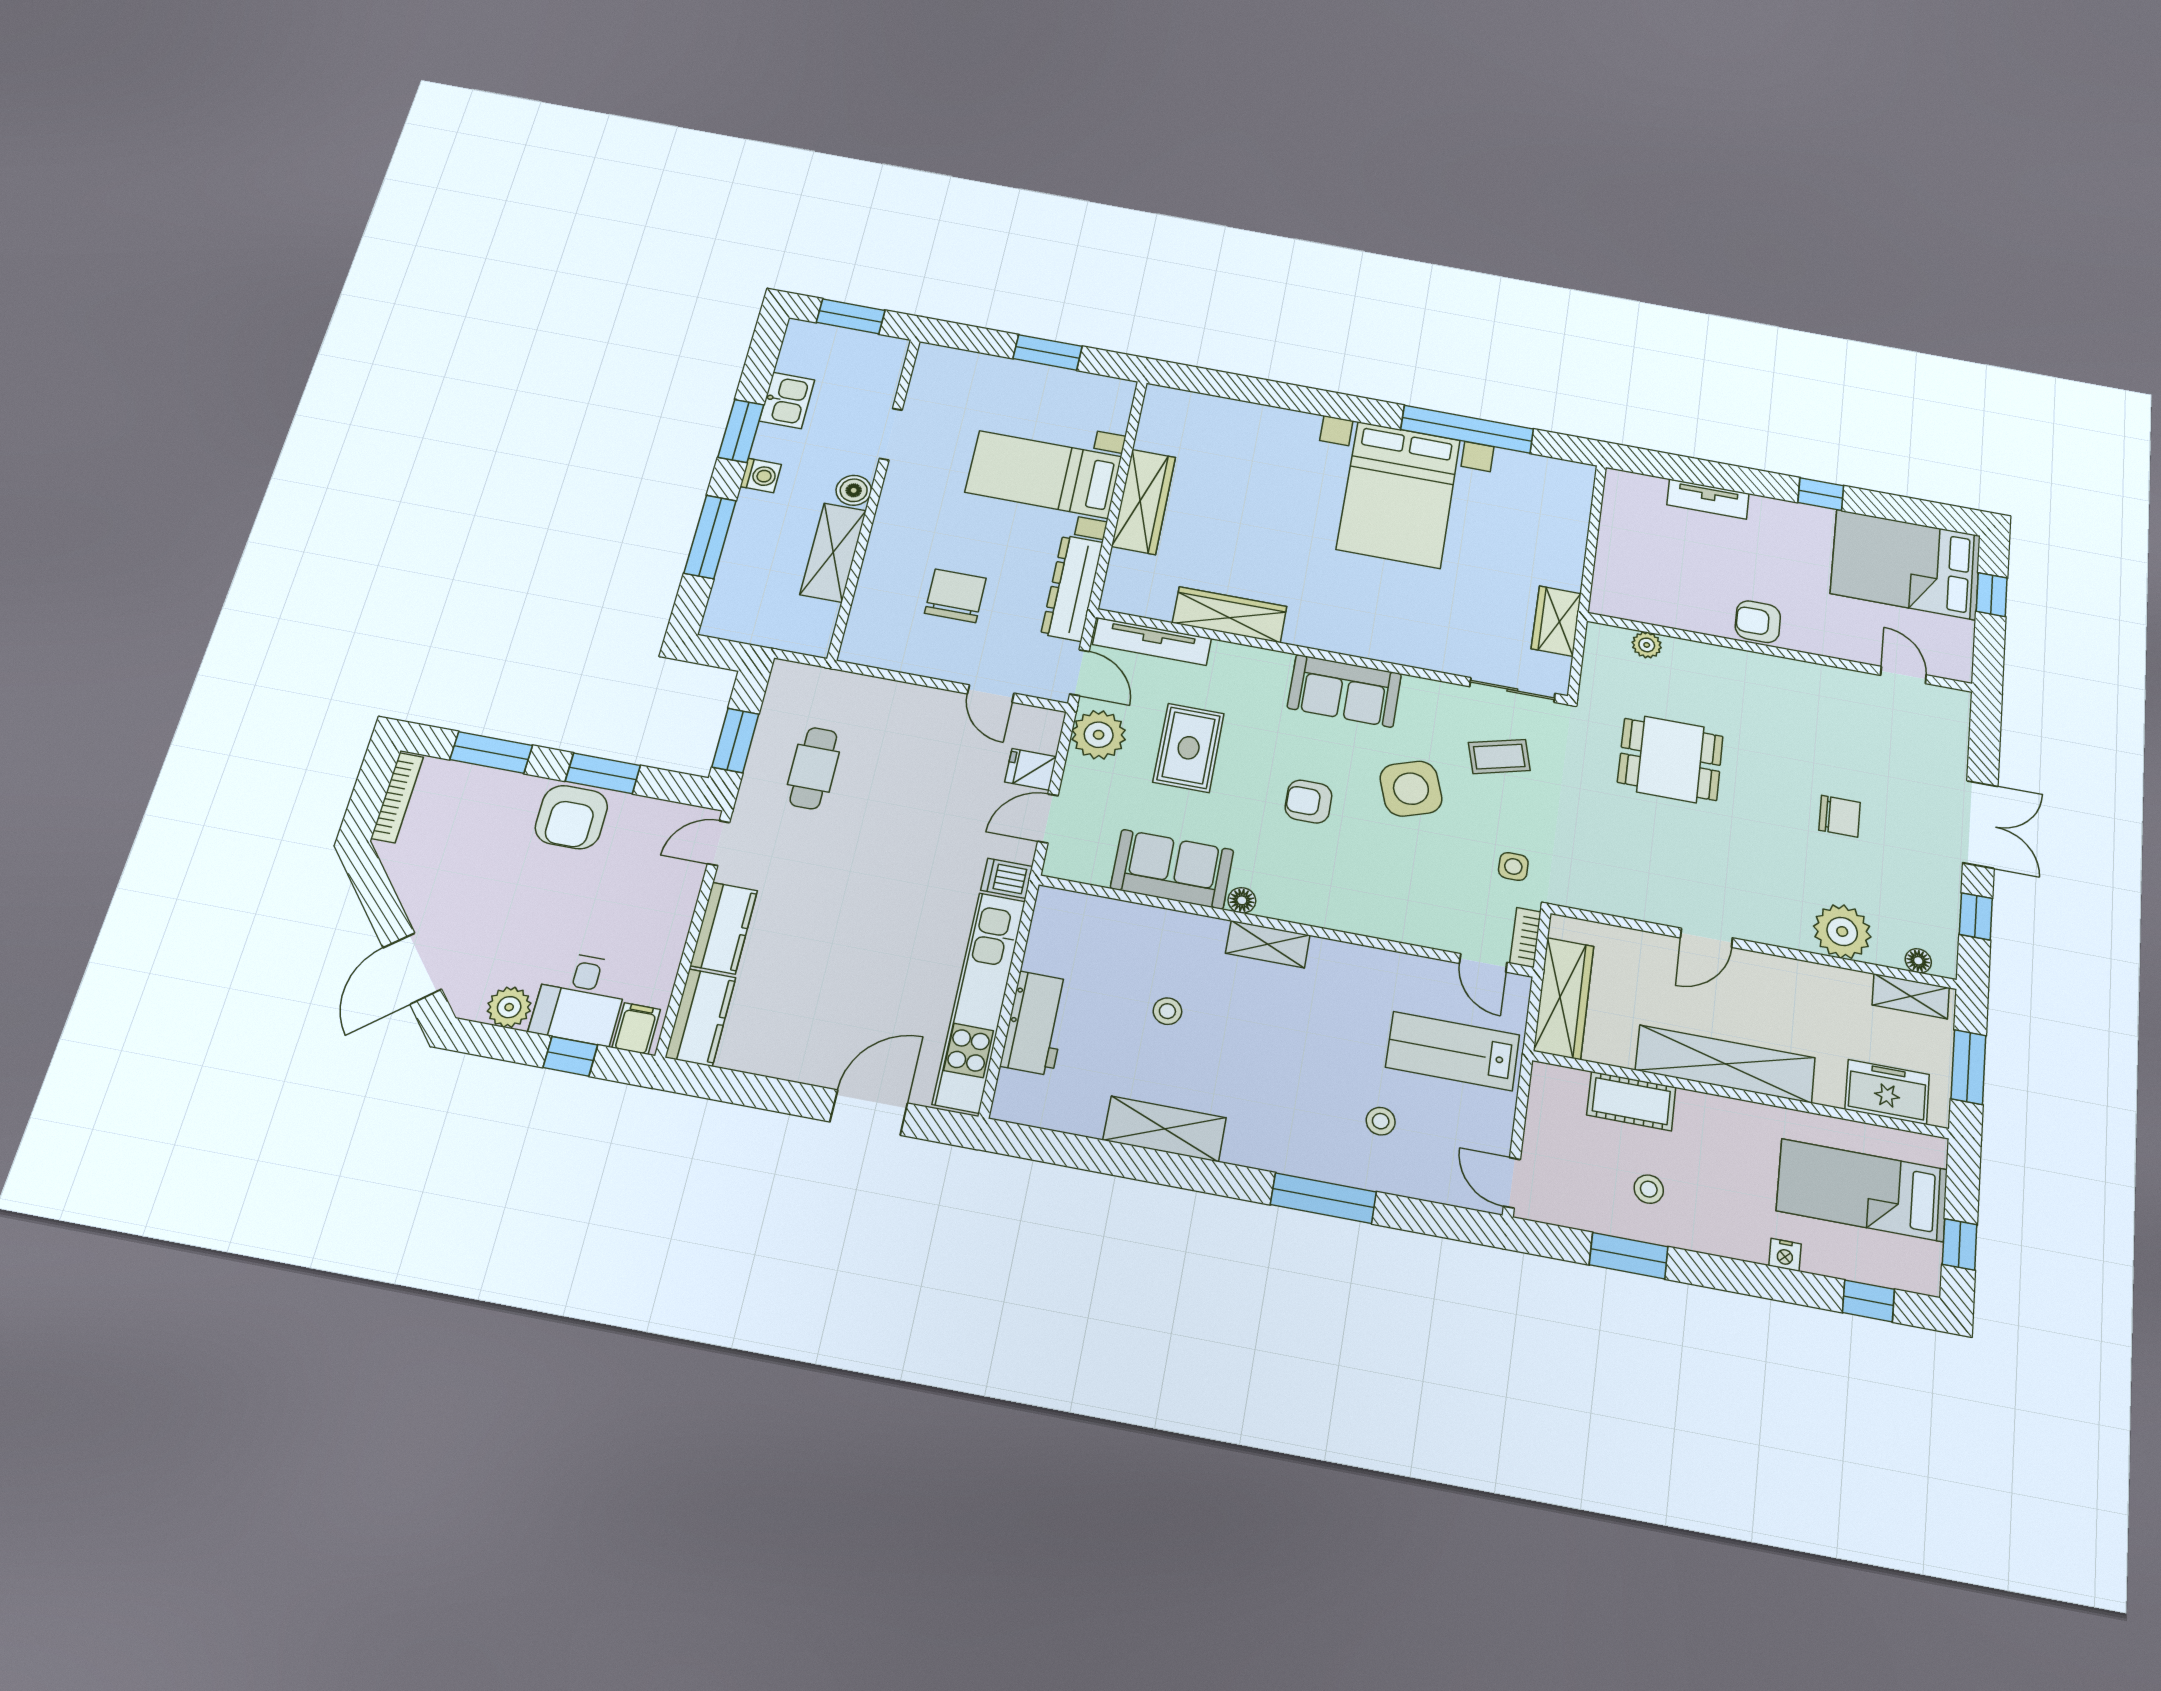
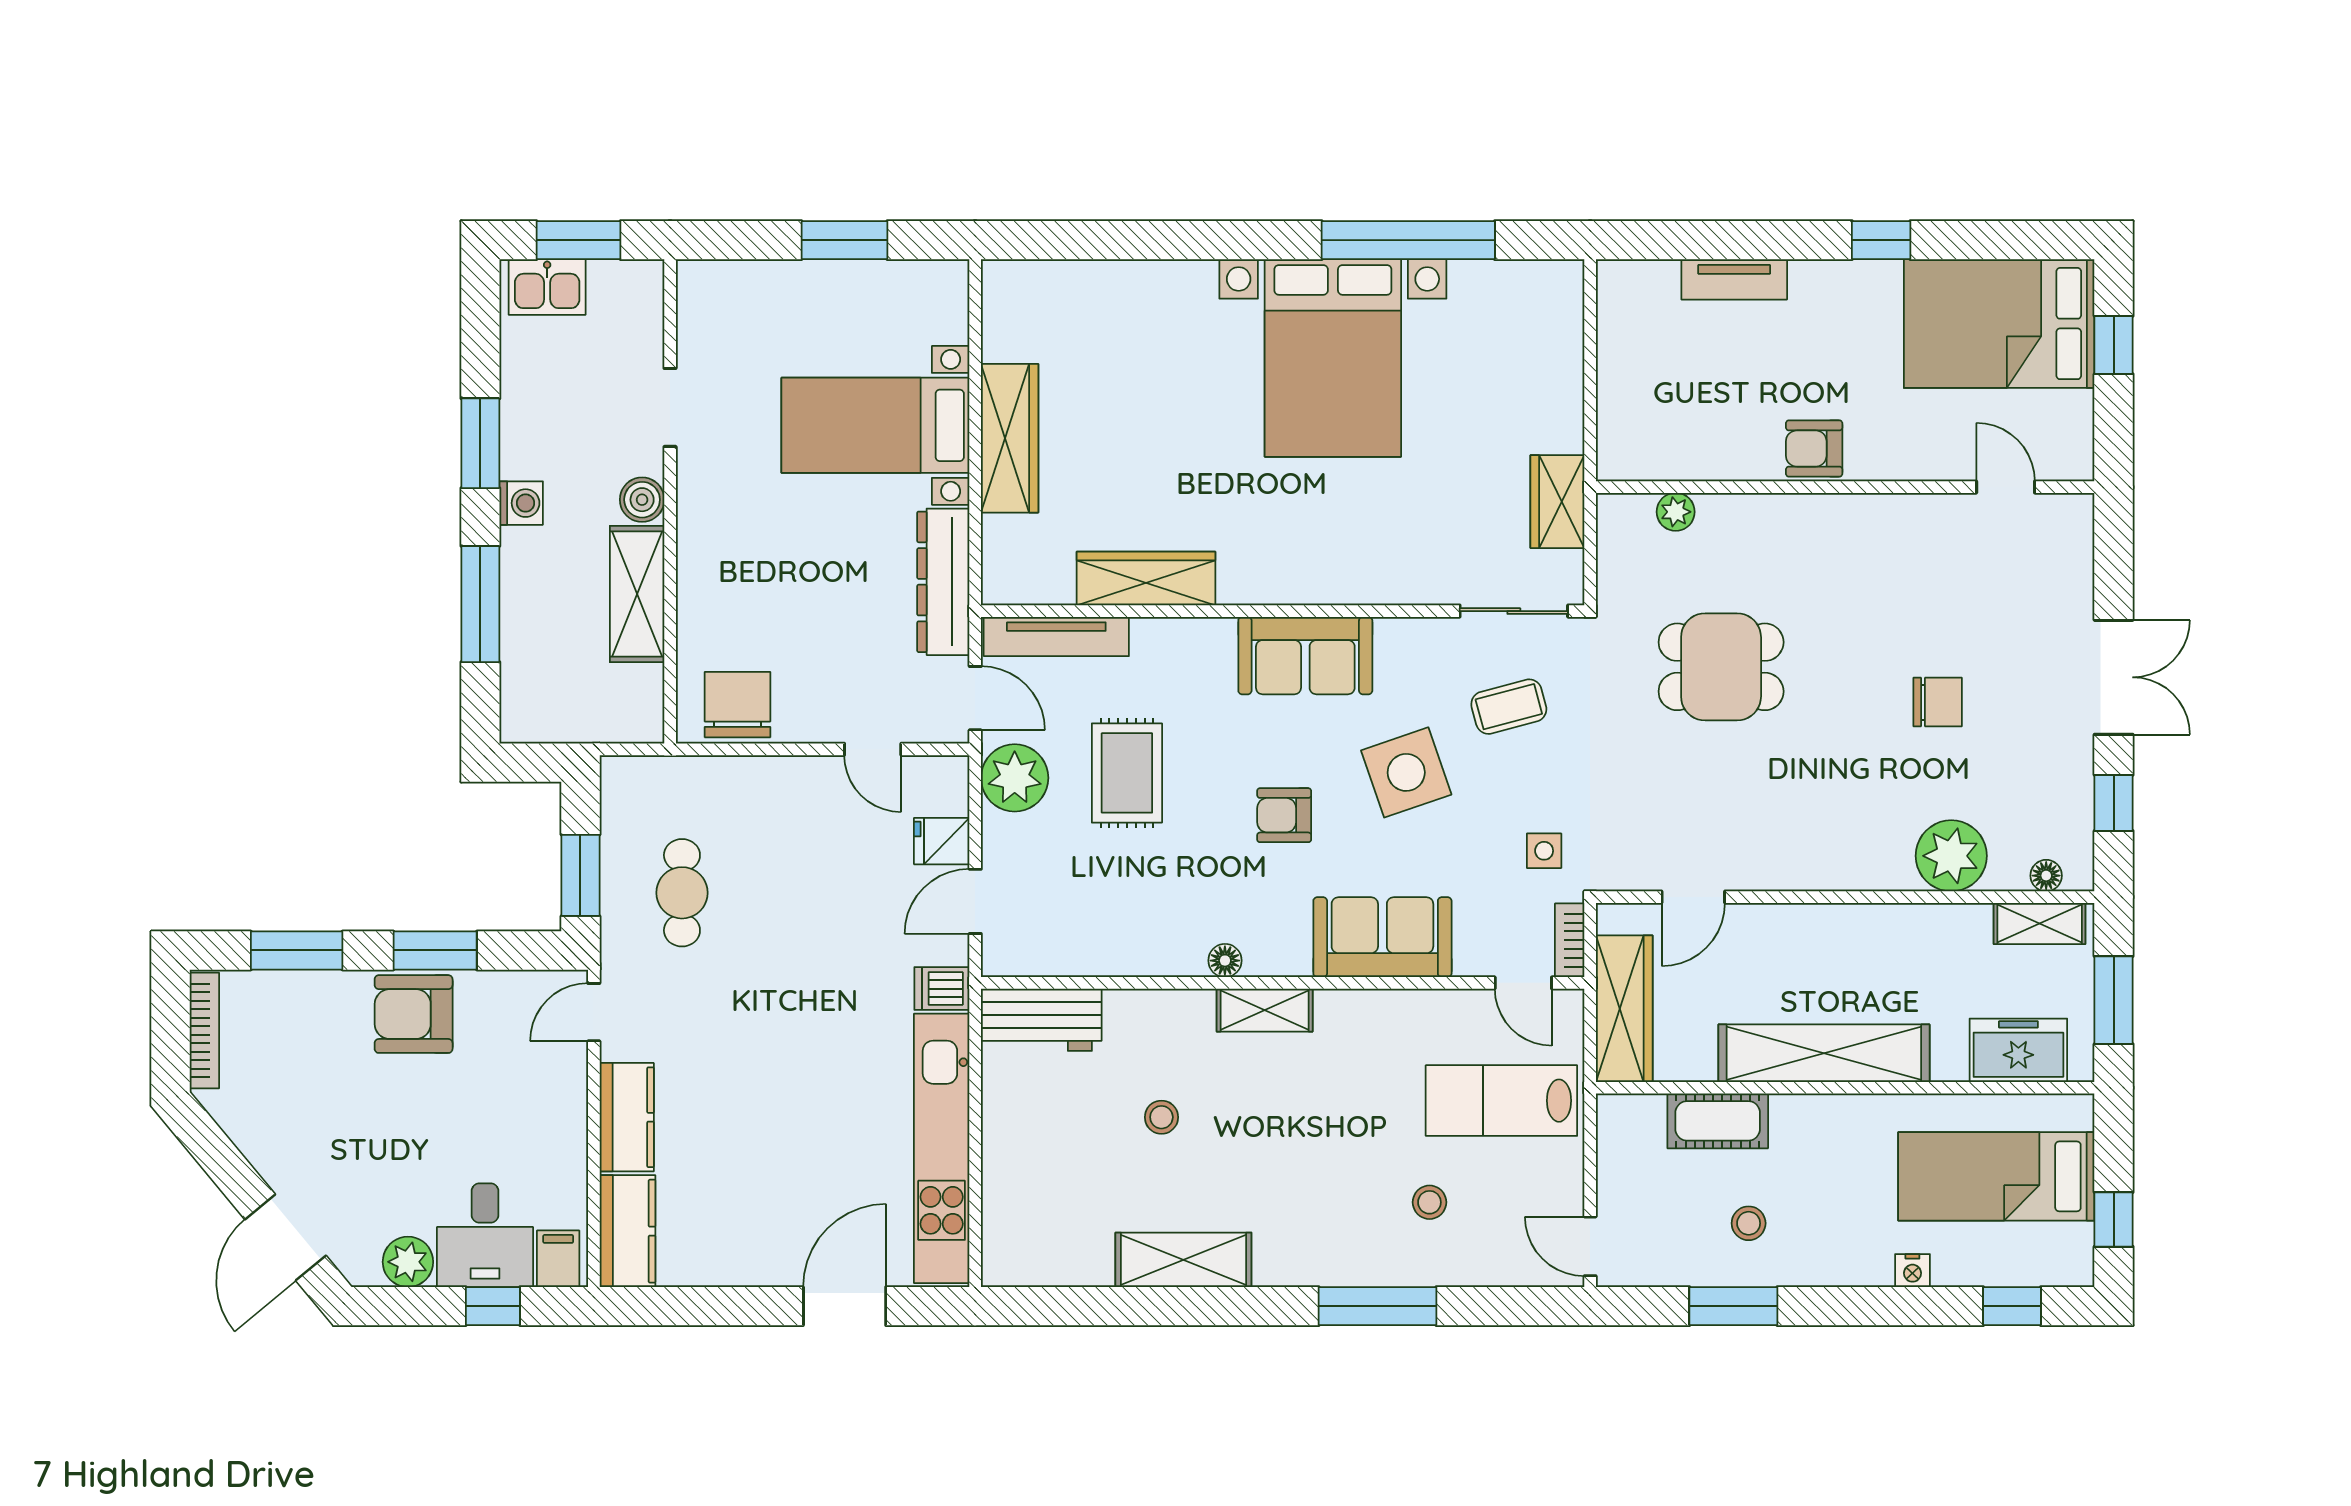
kitchen sink: (787, 400) -> (547, 287), moved, turned 90
chair: (955, 596) -> (738, 705), moved
armchair: (571, 817) -> (414, 1014), turned 90
sofa: (1172, 869) -> (1382, 937), moved
door: (1706, 938) -> (1693, 897), moved
workbench: (1036, 1023) -> (1041, 1020), moved, turned 90

